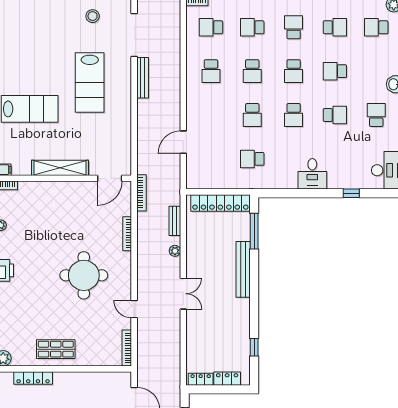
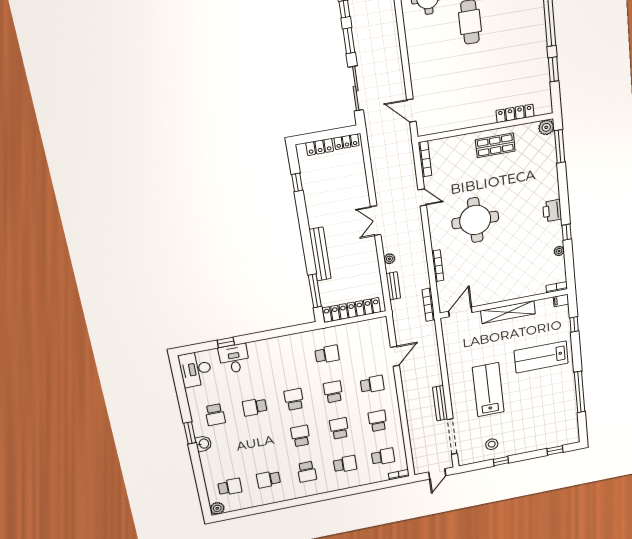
school desk: (335, 71) -> (372, 384), moved
desk: (312, 174) -> (234, 359), moved

